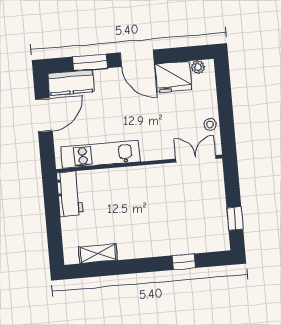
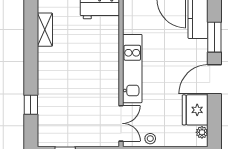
kitchen unit: (100, 154) -> (132, 69), moved

